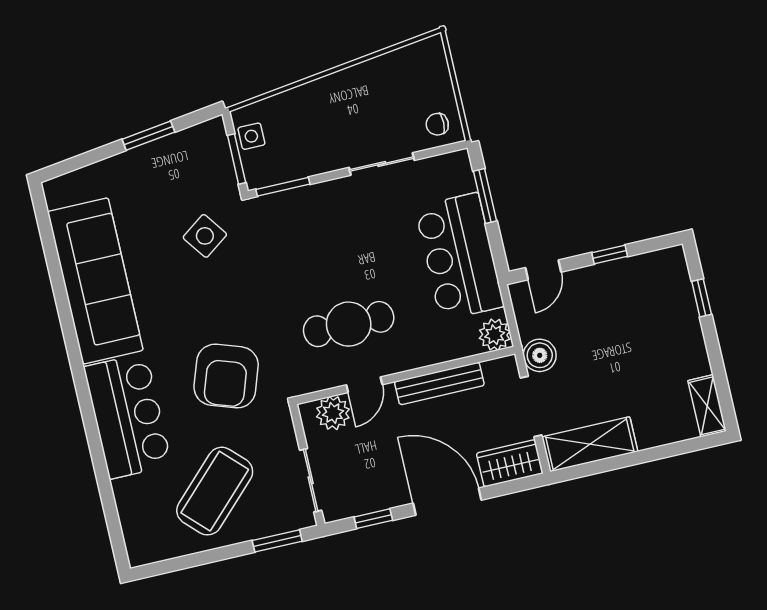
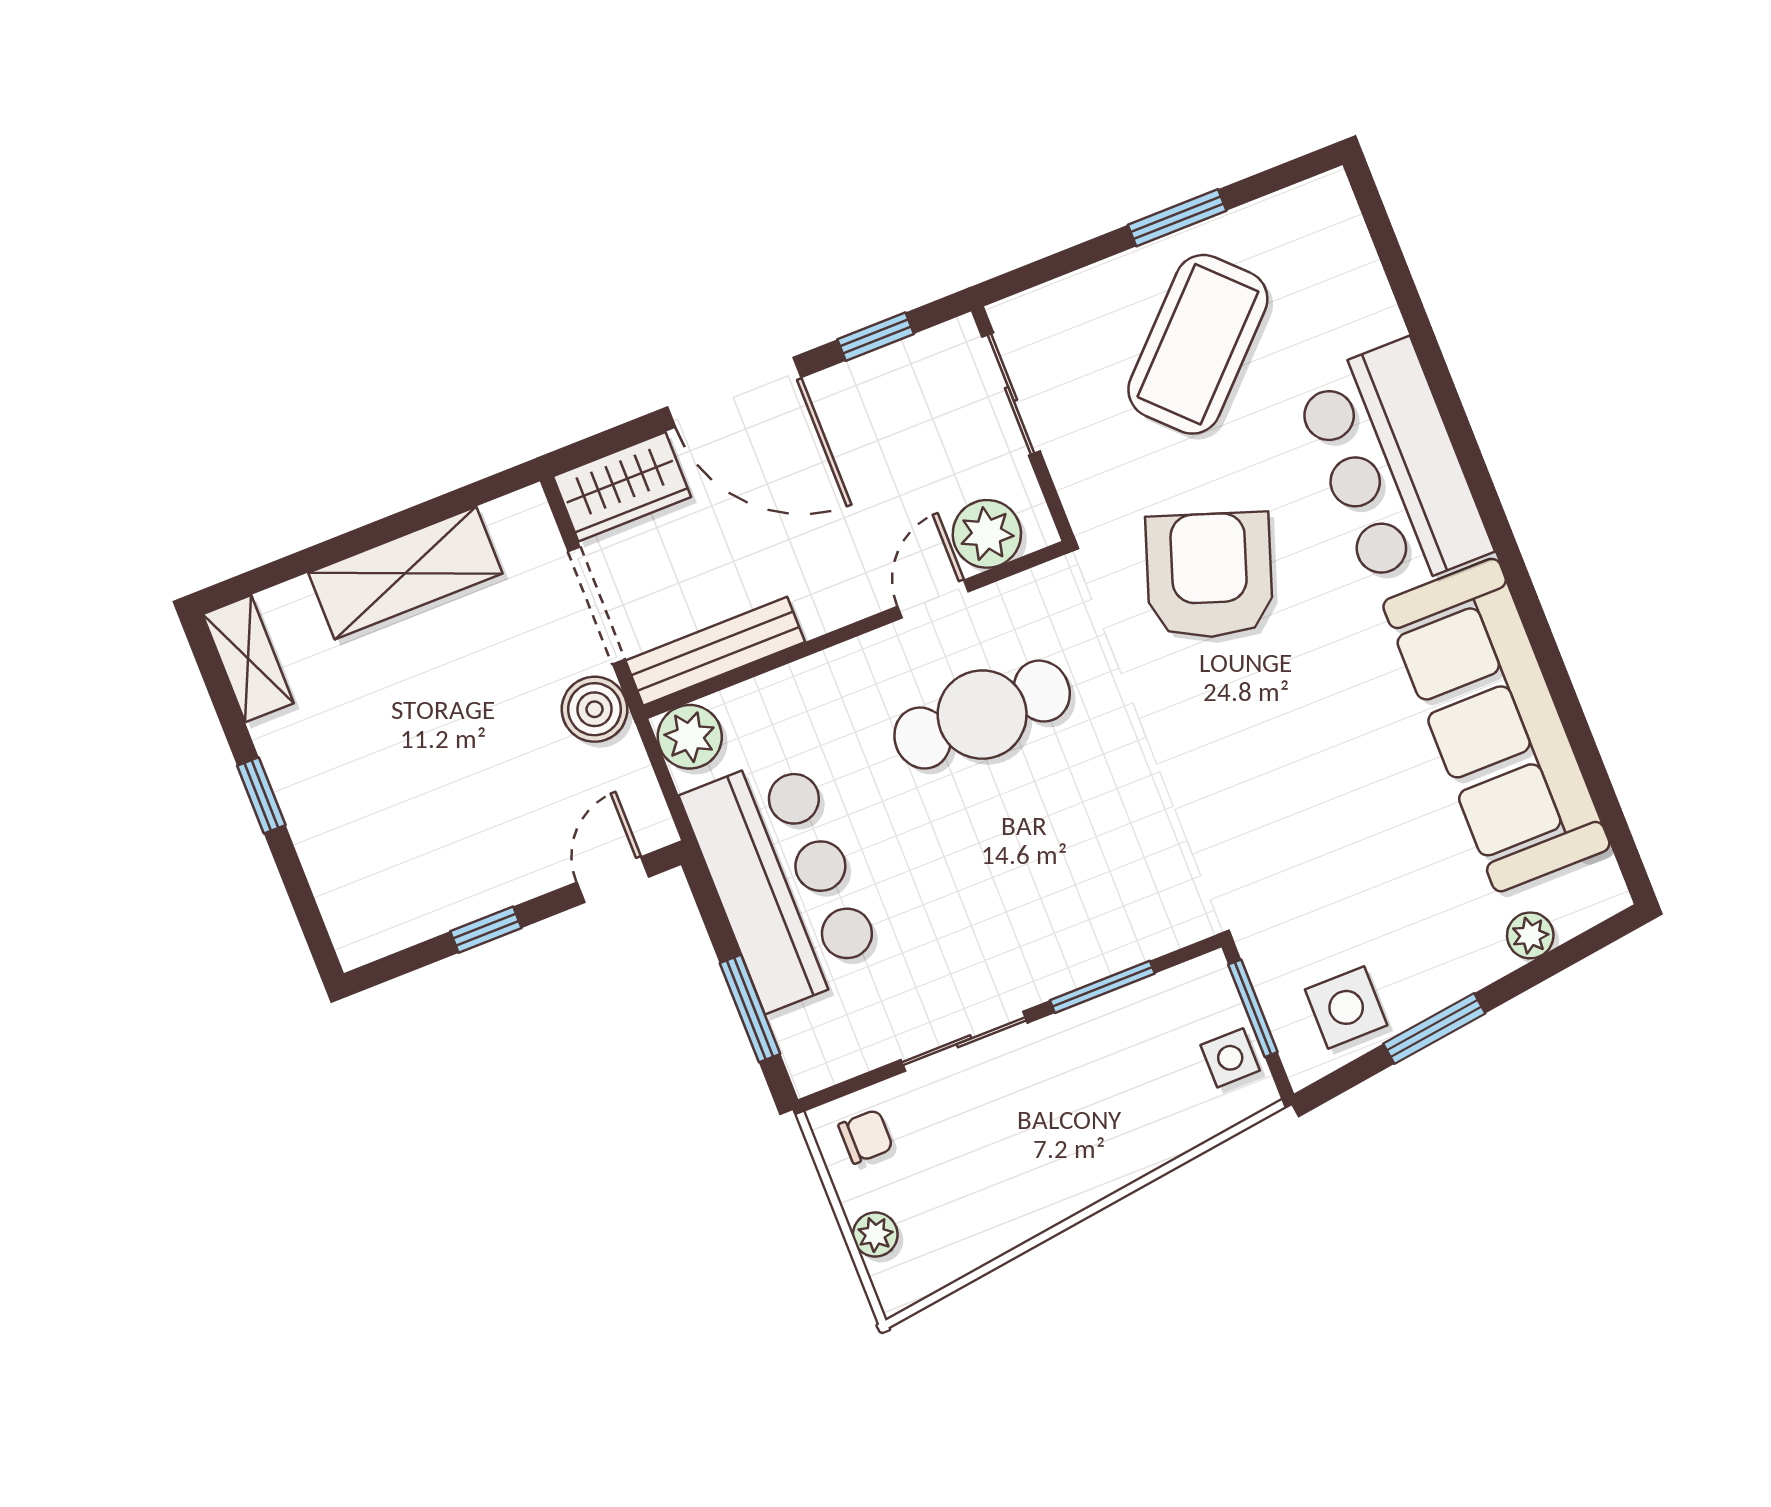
plant: (440, 75) -> (875, 1235), added
plant: (94, 175) -> (1530, 935), added
window: (283, 187) -> (1102, 987), moved
side table: (205, 236) -> (1346, 1007), moved, turned 36
window: (702, 298) -> (261, 795), moved
bench: (439, 383) -> (715, 651), moved
shelving: (590, 444) -> (405, 573), moved
window: (277, 541) -> (1177, 218), moved

